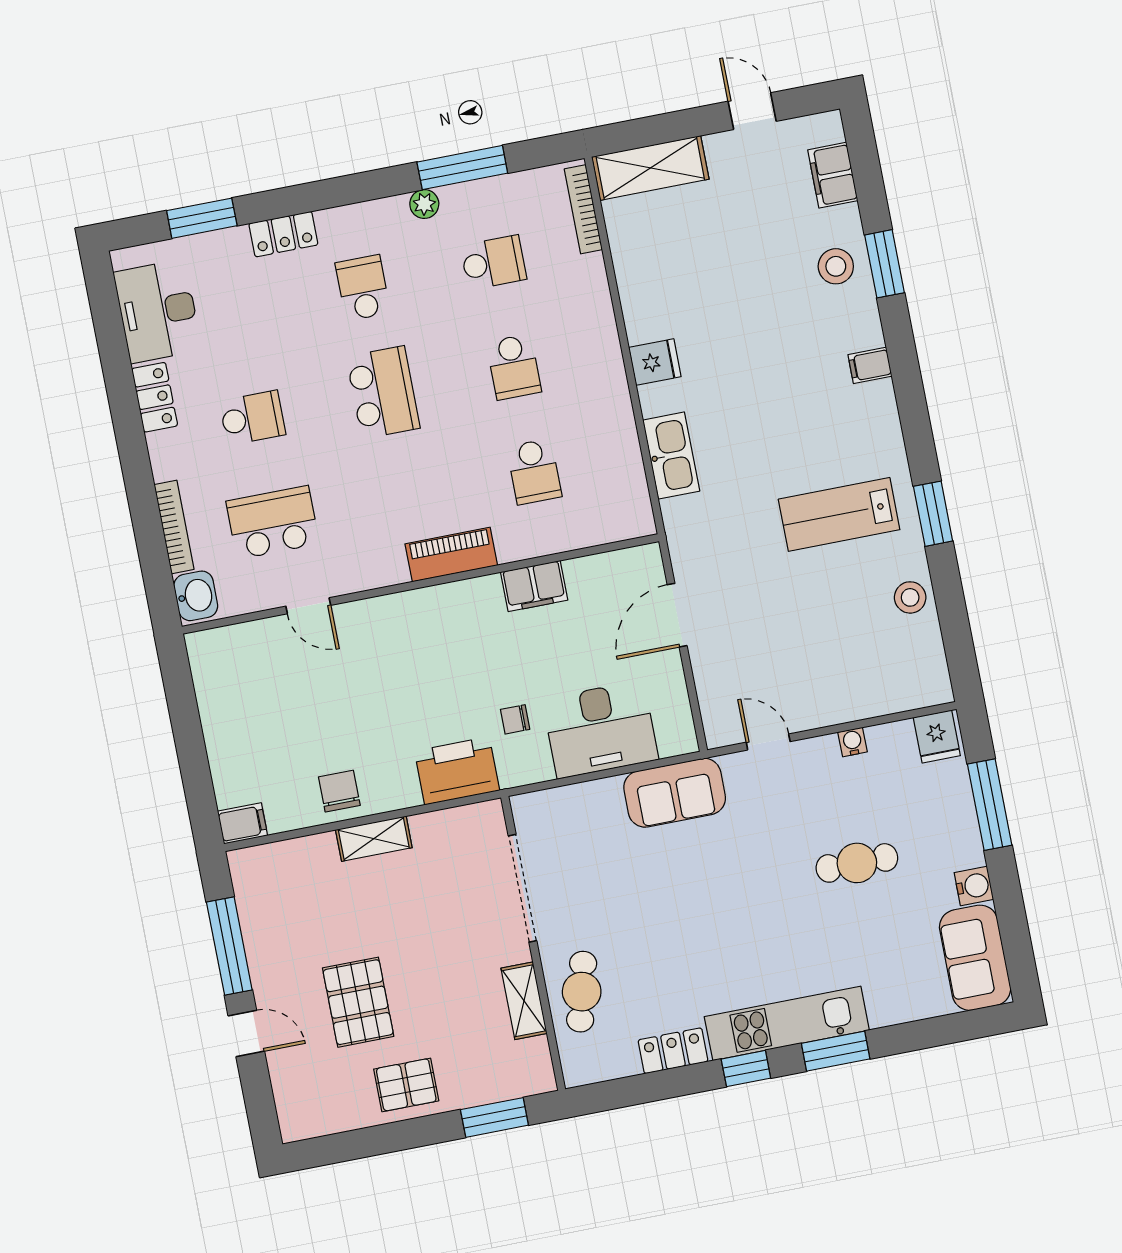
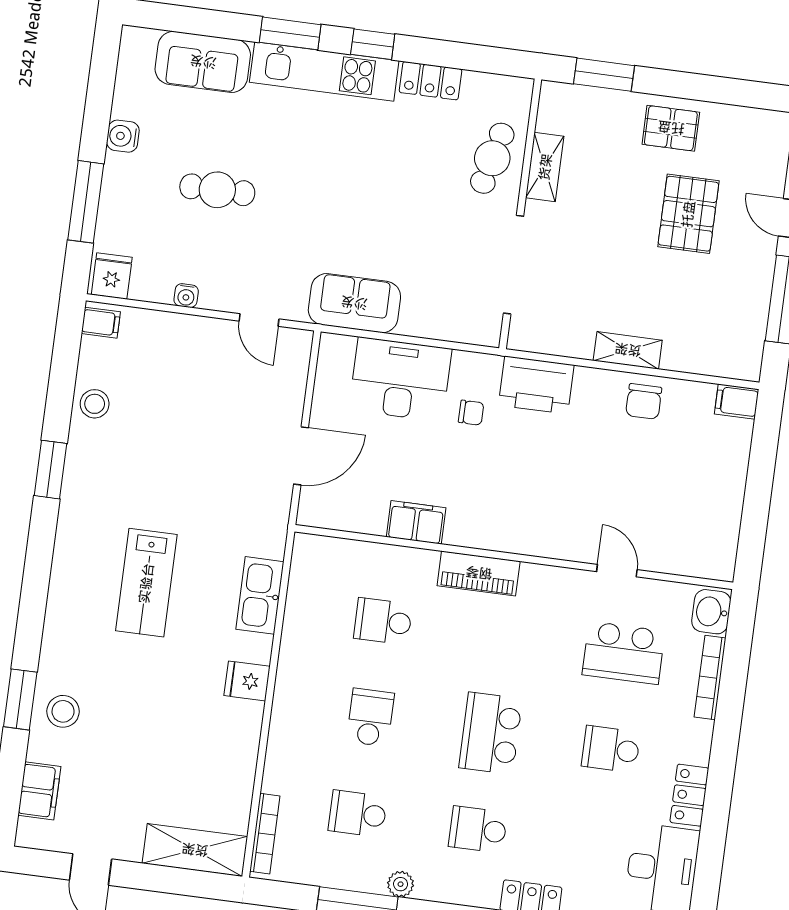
school desk: (363, 288) -> (478, 829), turned 90
filing cabinet: (870, 365) -> (101, 323), moved
school desk: (534, 472) -> (383, 621), turned -90
lab bench: (839, 514) -> (146, 583), moved, turned 90
sofa: (975, 958) -> (203, 62), moved, turned 90

